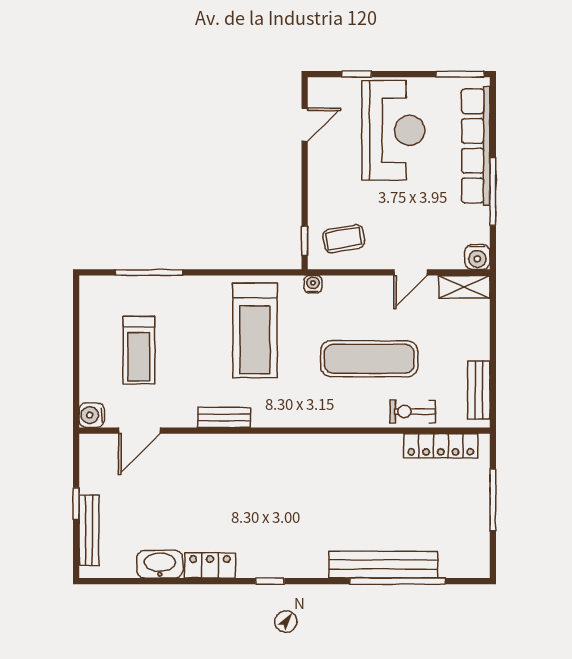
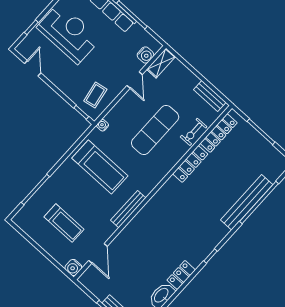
water cooler: (477, 257) -> (145, 55), moved
bench: (224, 418) -> (128, 209), width x1.36
locker: (366, 445) -> (190, 164), added

